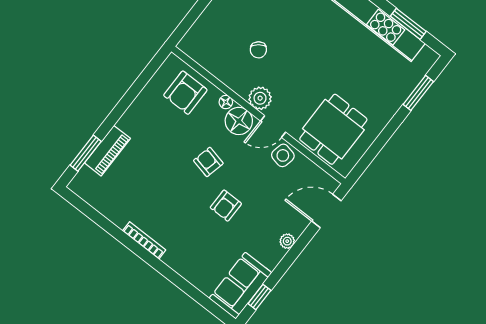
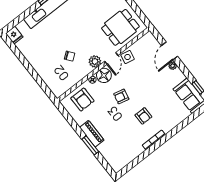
dining table: (333, 129) -> (120, 27), turned 90
piano: (107, 151) -> (92, 134), moved
window: (86, 153) -> (90, 145), moved
armchair: (226, 206) -> (143, 116), moved
door: (326, 211) -> (169, 51), moved

